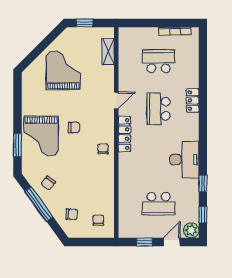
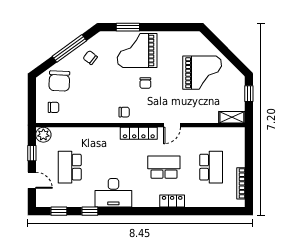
shelving: (108, 52) -> (232, 117), moved
door: (116, 101) -> (172, 125), hinge flipped
chair: (72, 214) -> (59, 81), width x1.87, depth x1.87
plant: (191, 230) -> (43, 135), moved

